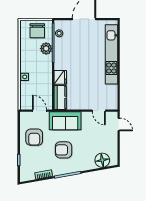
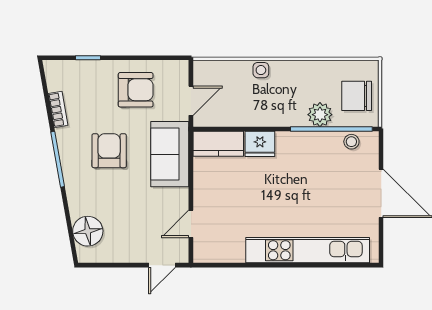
armchair: (34, 137) -> (136, 90), turned 180

